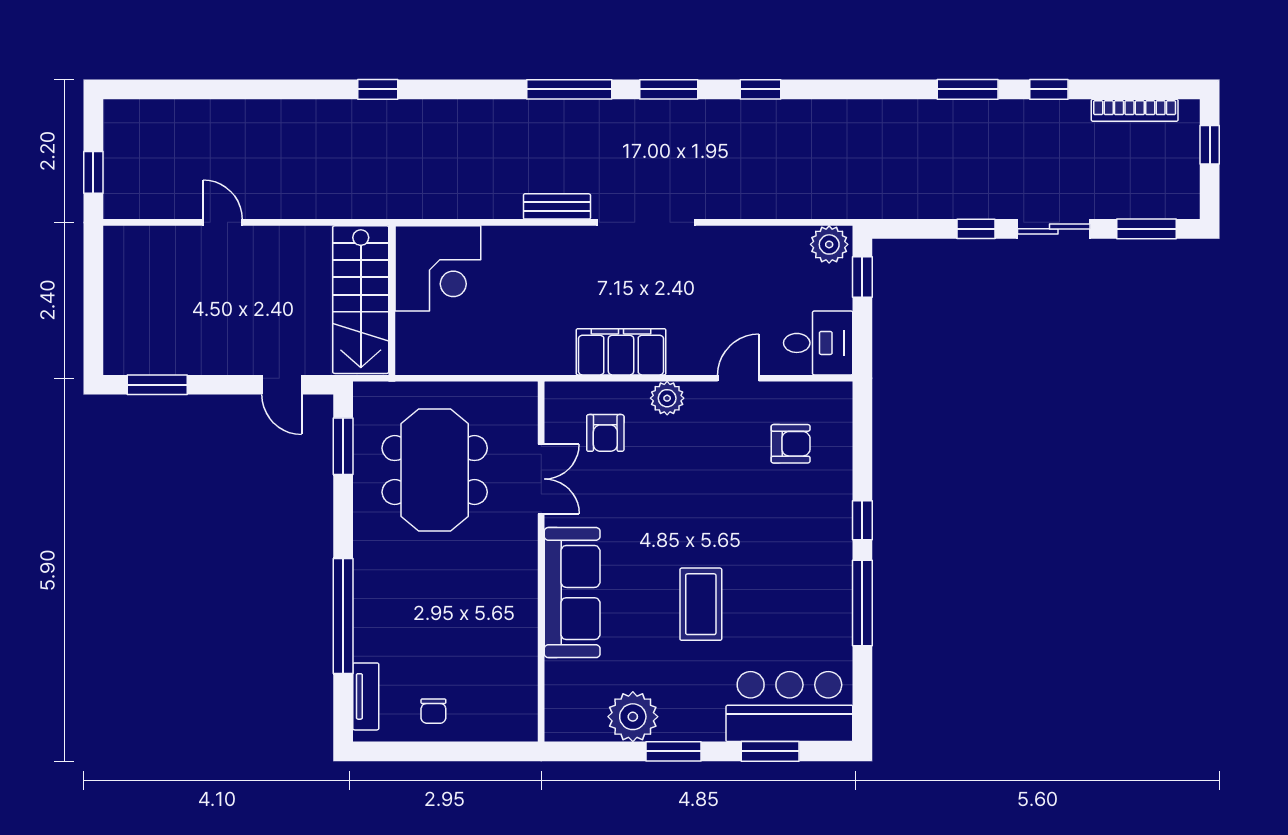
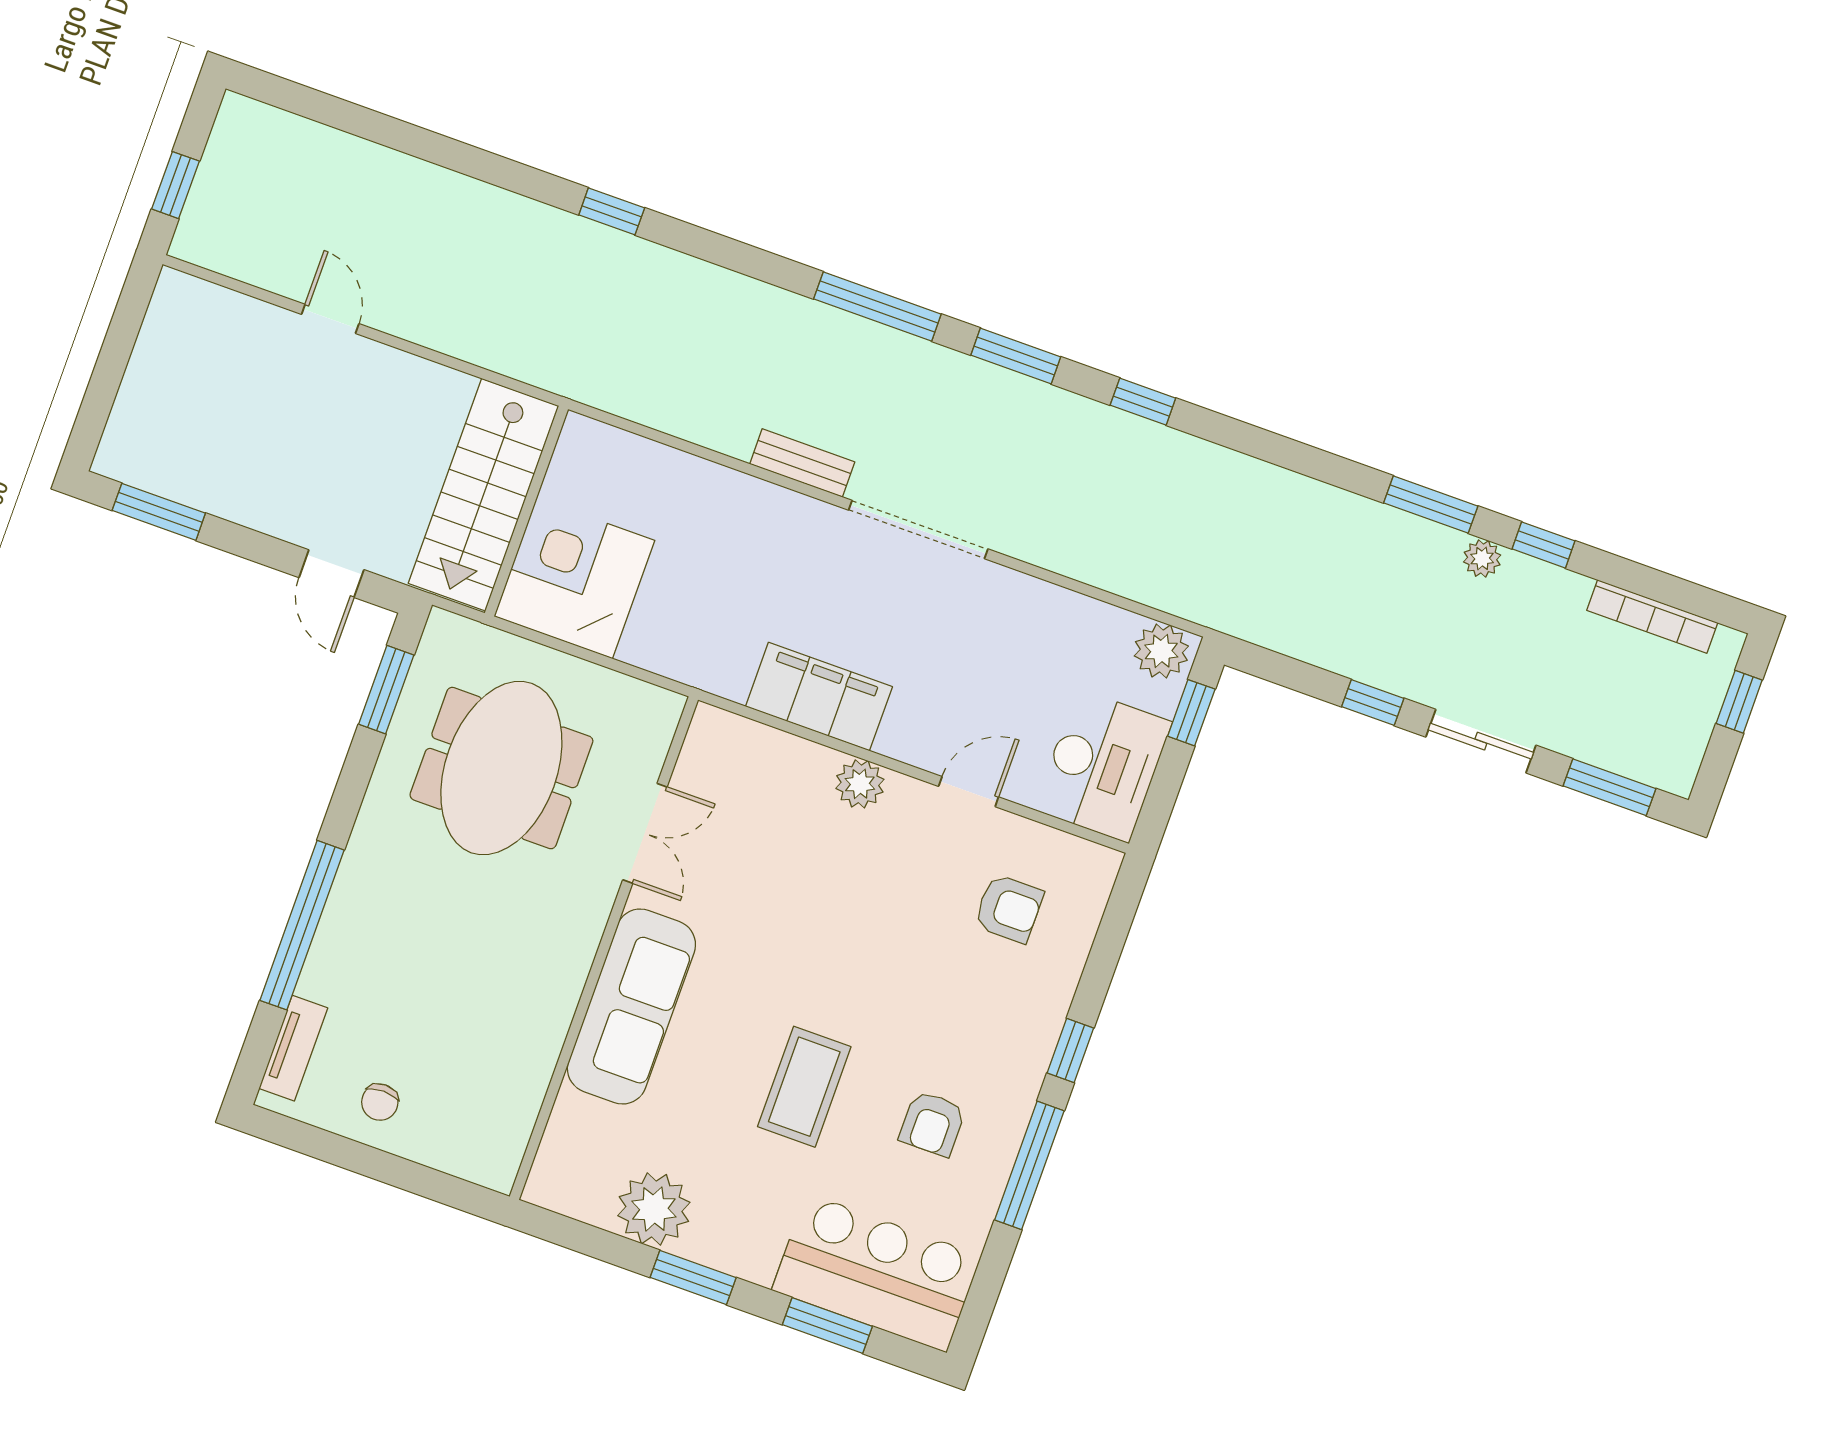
plant: (1013, 112) -> (1482, 558), added
corner desk: (438, 268) -> (574, 578), moved, turned 180
desk: (818, 343) -> (1103, 766), width x1.37
armchair: (605, 433) -> (932, 1124), moved

